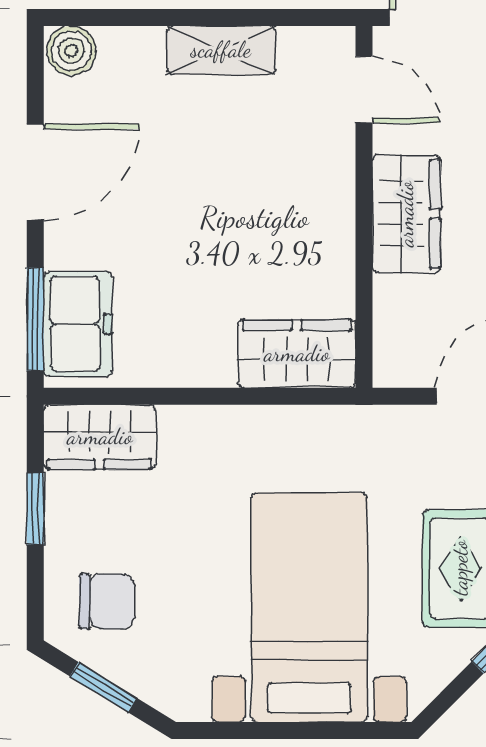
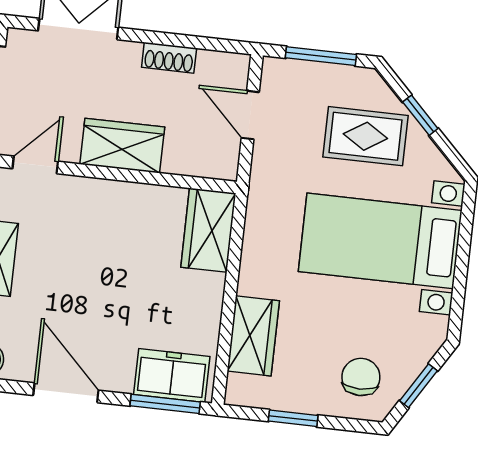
wardrobe: (100, 437) -> (253, 336), moved

